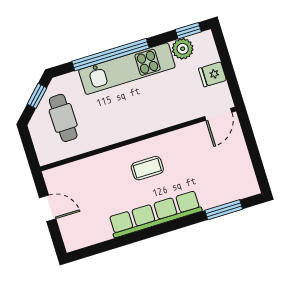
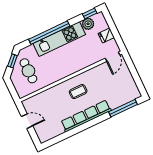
window: (224, 210) -> (123, 108), width x1.44

